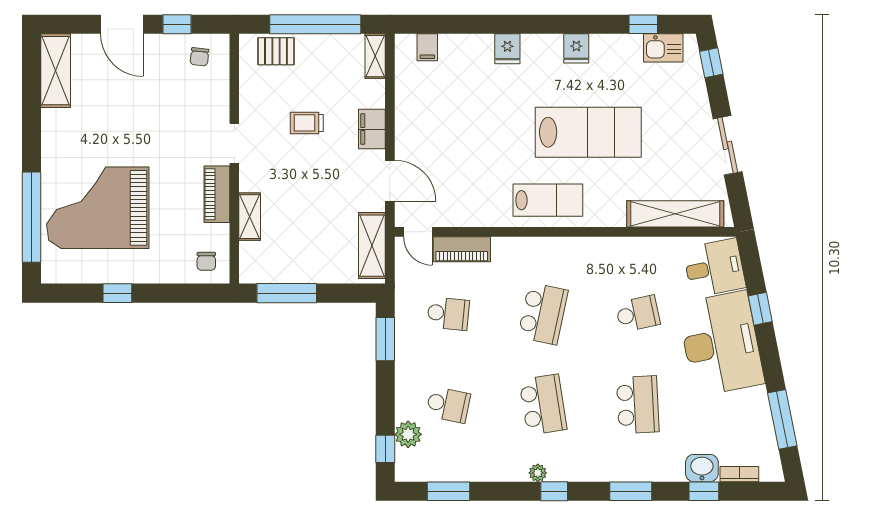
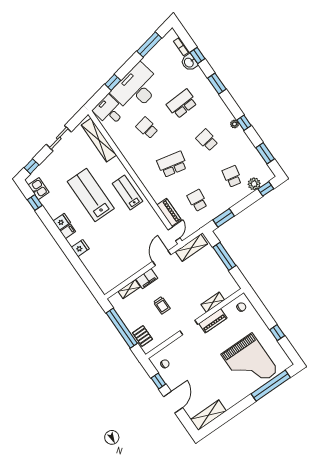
filing cabinet: (427, 47) -> (68, 231), moved
shelving: (375, 56) -> (129, 289), moved
window: (287, 293) -> (224, 256), moved
school desk: (543, 405) -> (207, 140), width x0.54
window: (554, 491) -> (244, 123), moved

